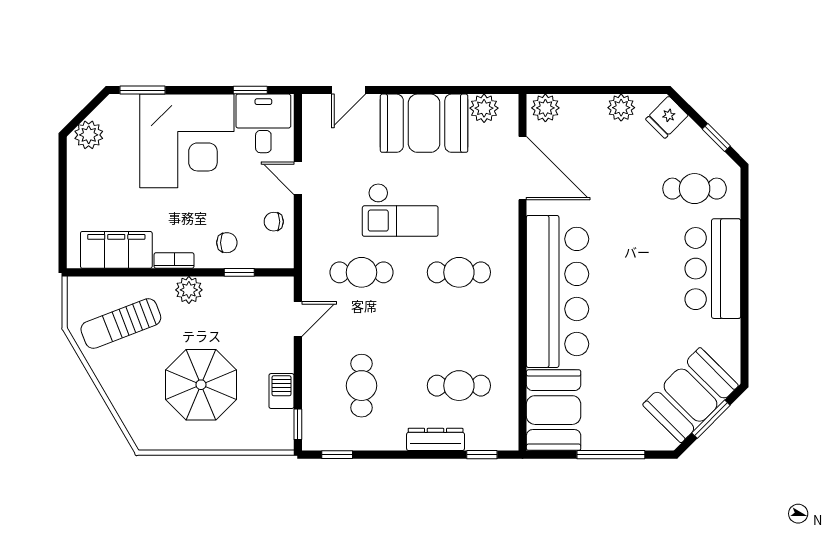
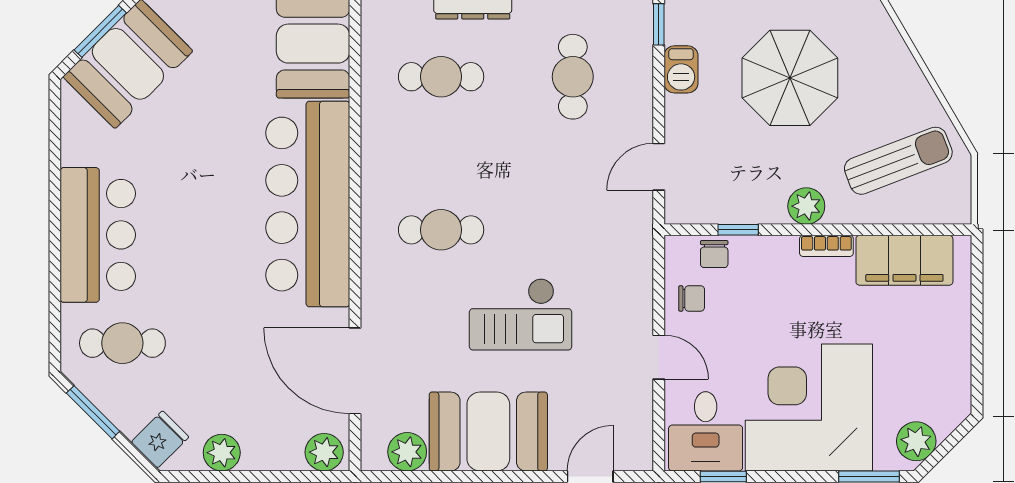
plant: (89, 135) -> (916, 441), moved
window: (716, 138) -> (93, 412), width x1.50
checkout: (400, 210) -> (521, 314), turned 180
chair: (227, 243) -> (714, 254), moved, turned -90
cafe table: (362, 272) -> (573, 230), removed

